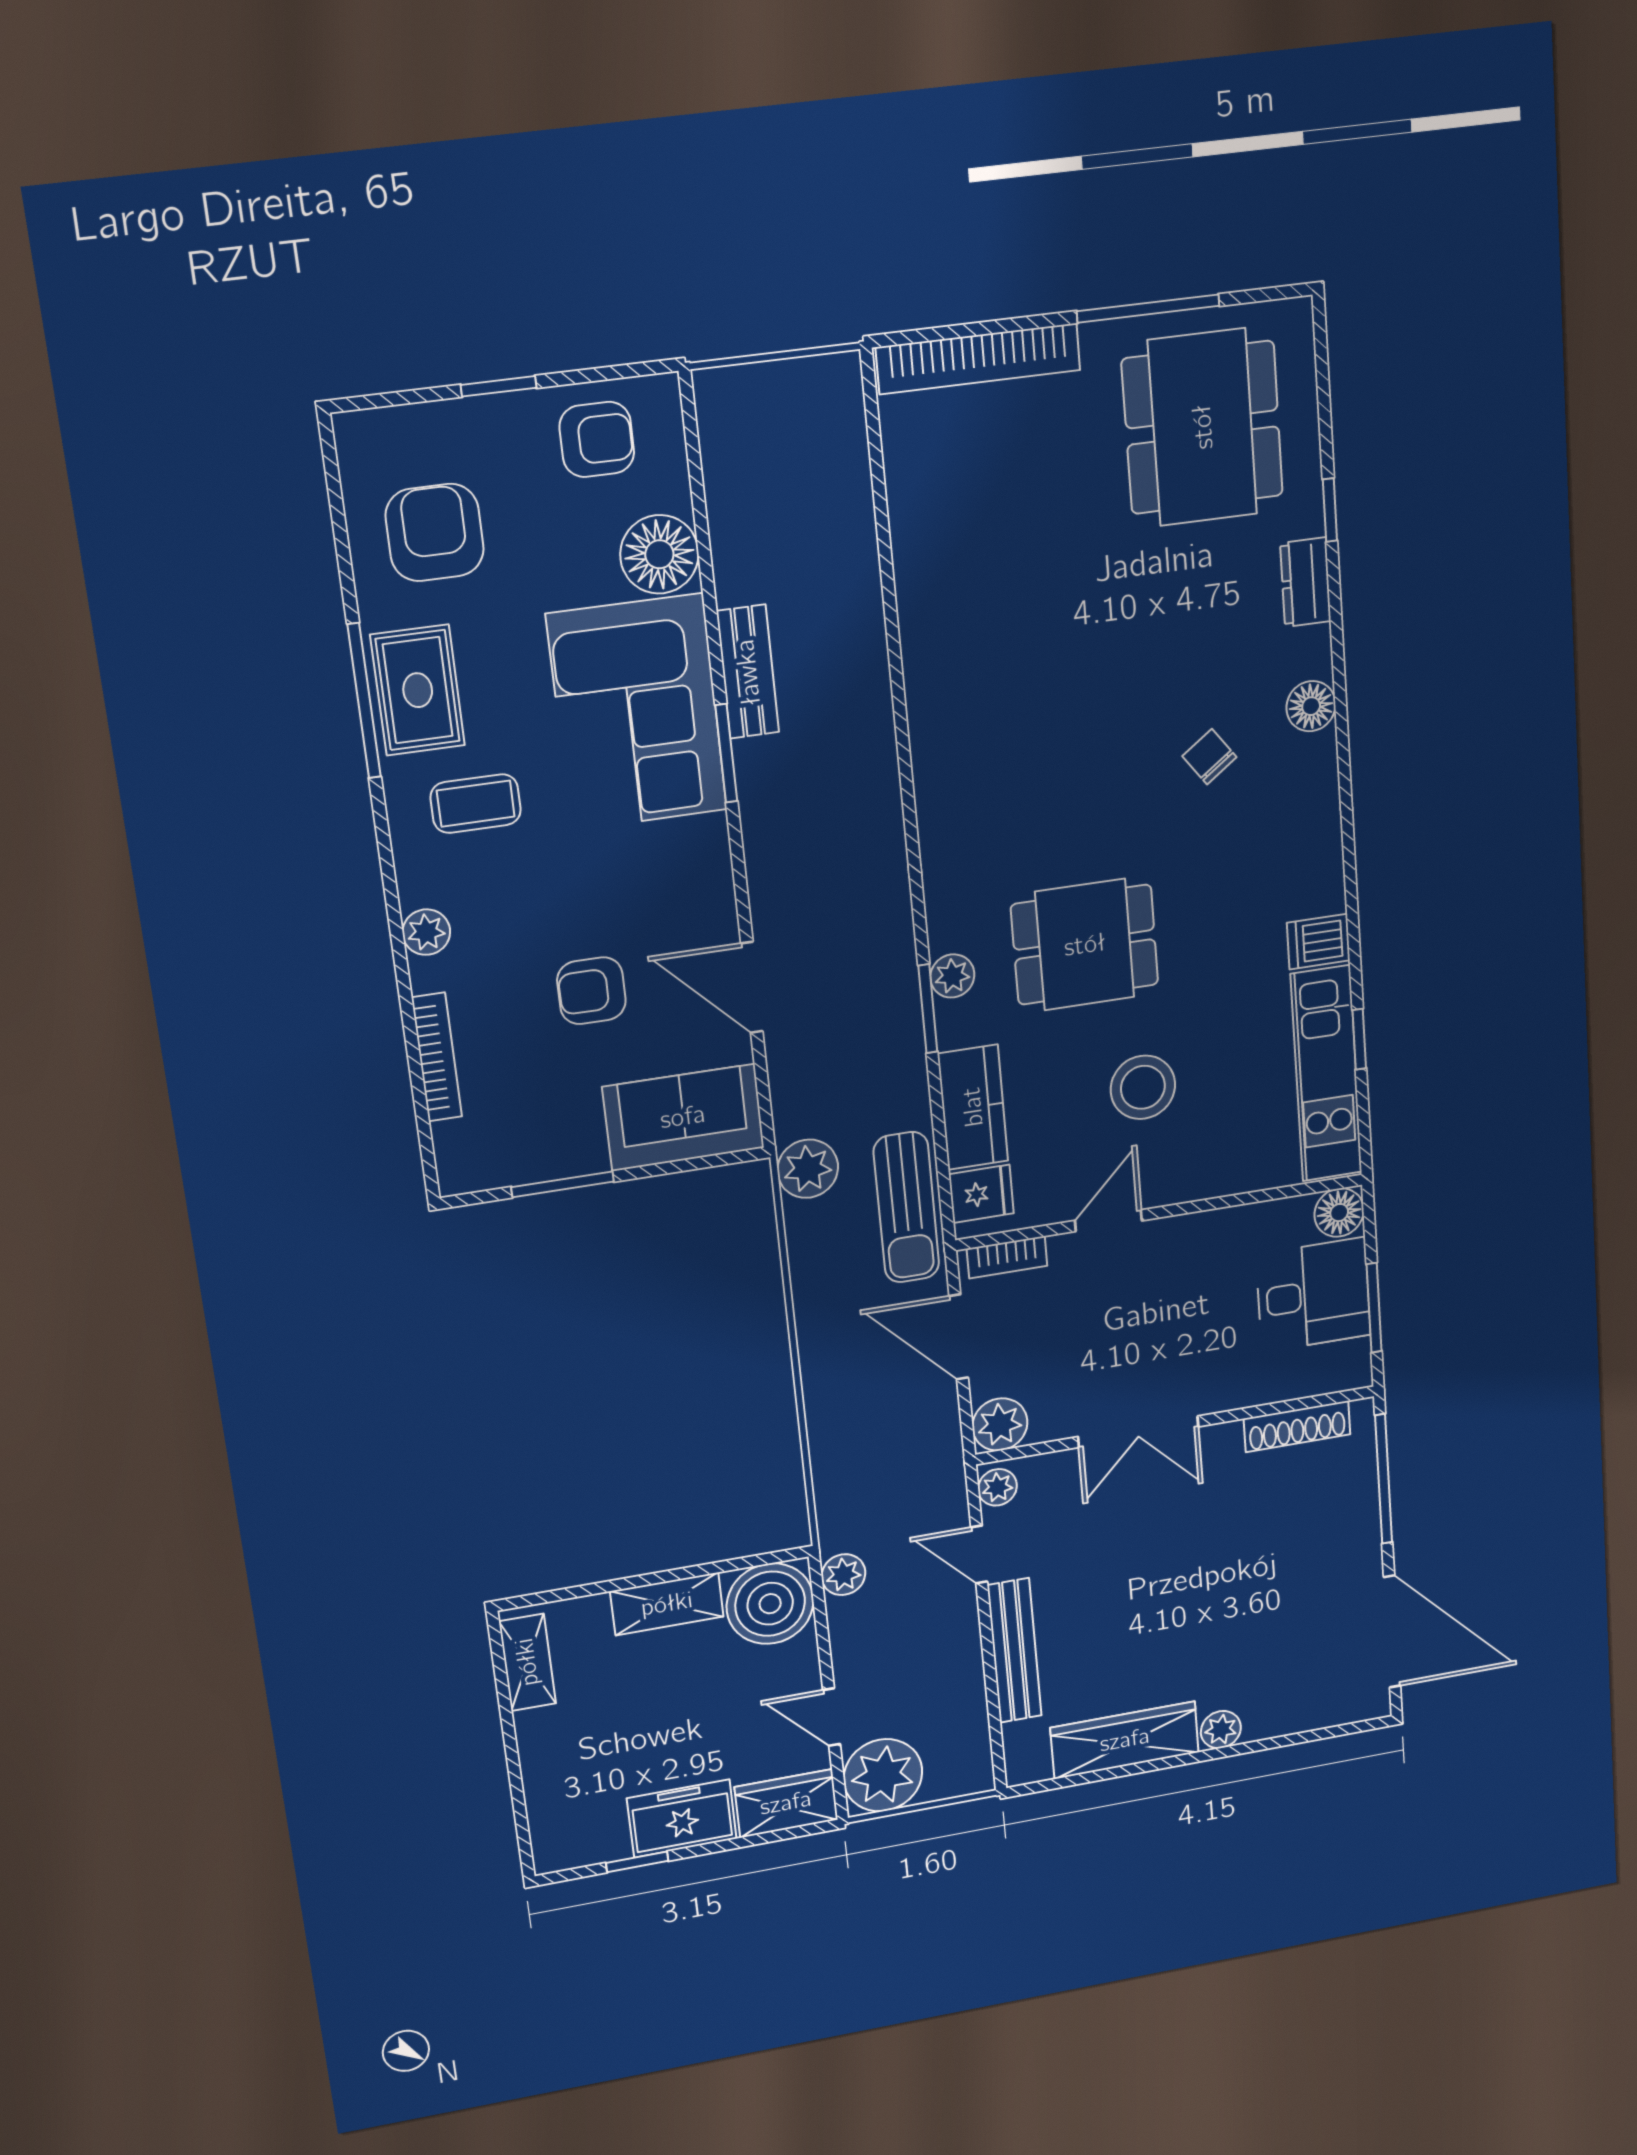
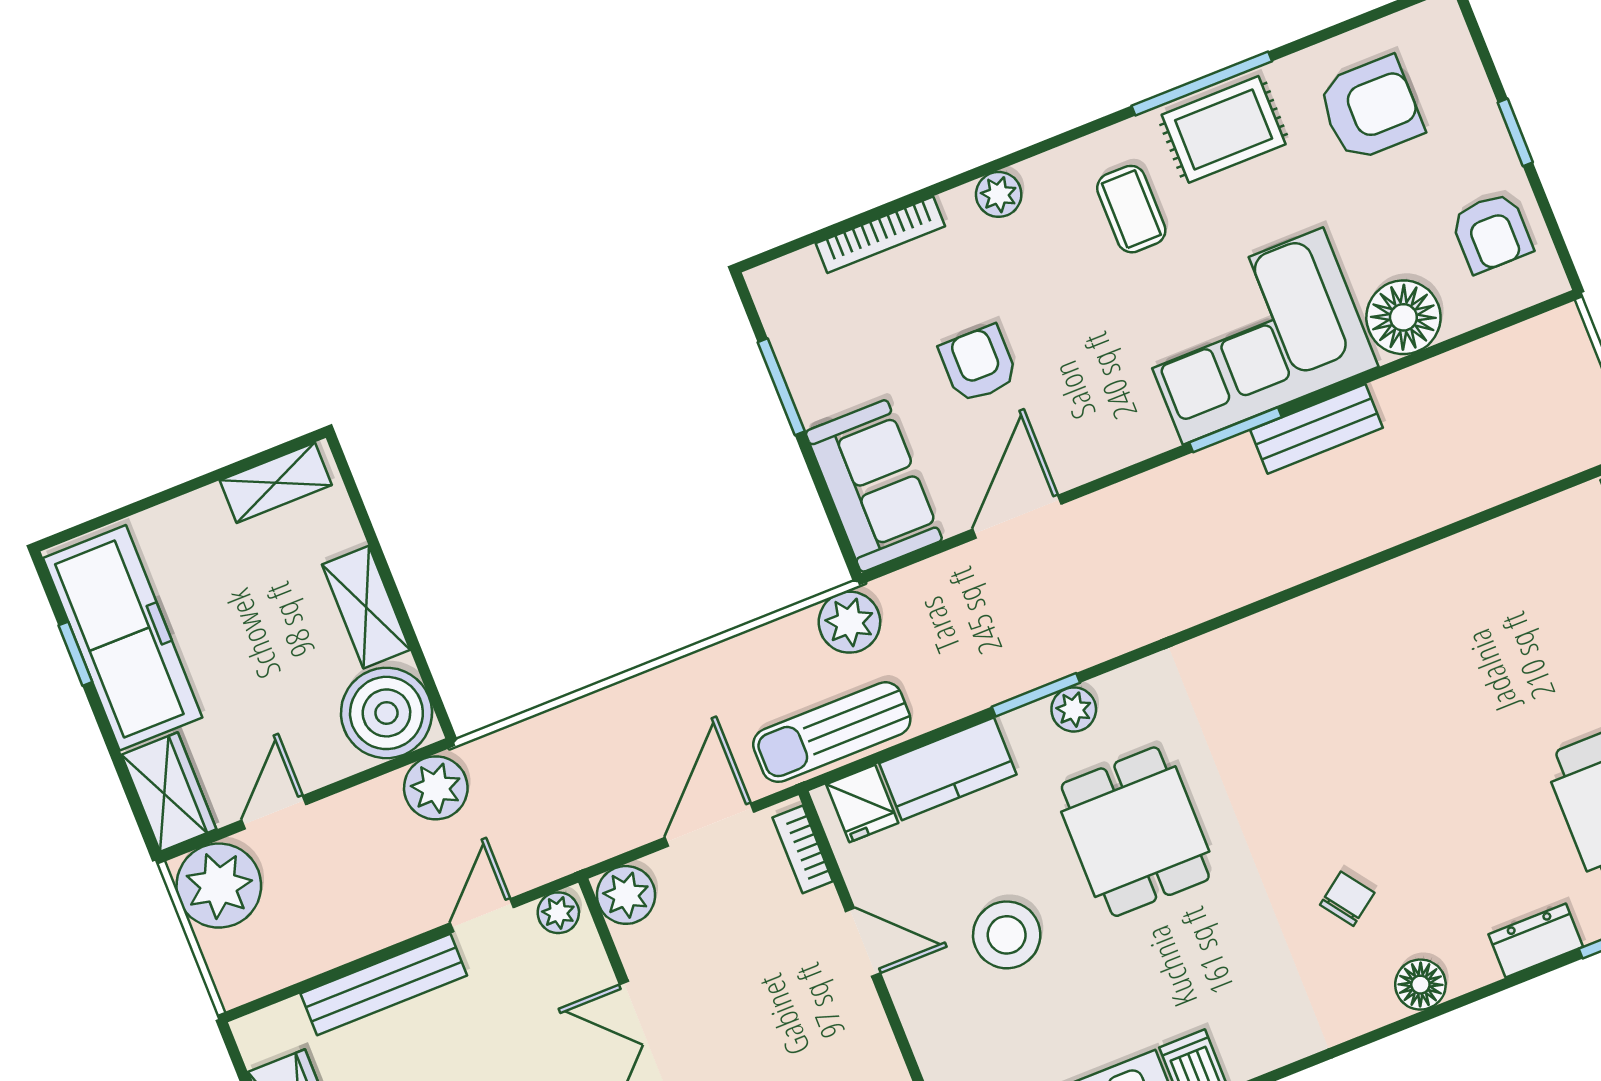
plant: (843, 1575) -> (436, 788), width x1.38, depth x1.38
freezer: (682, 1819) -> (123, 638), width x1.91, depth x1.26

